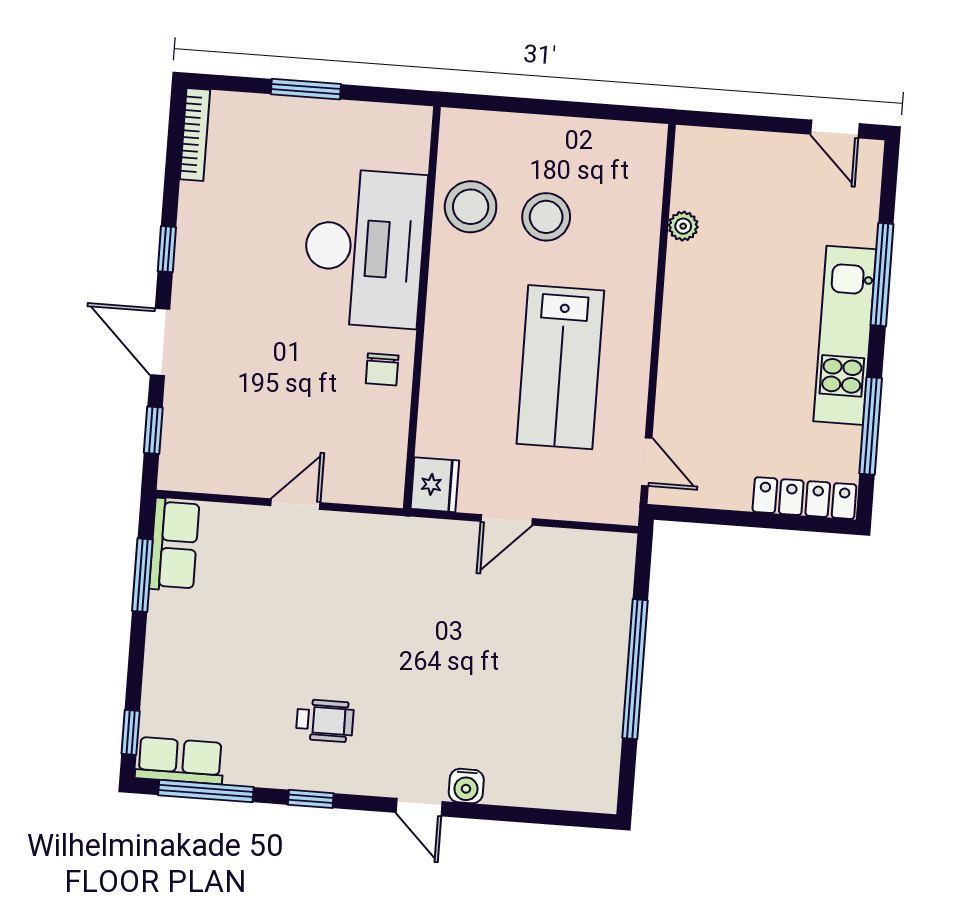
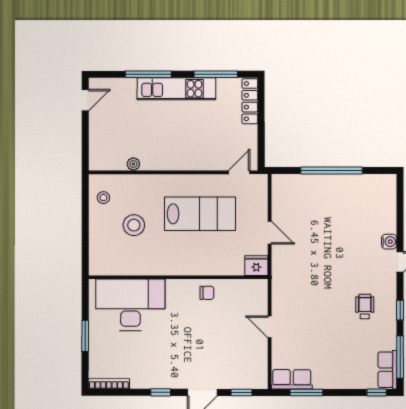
stool: (471, 207) -> (103, 198), moved, width x0.53, depth x0.53
desk: (364, 248) -> (130, 305), moved

